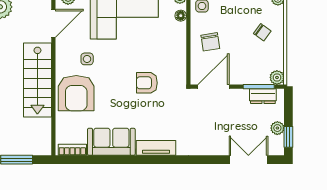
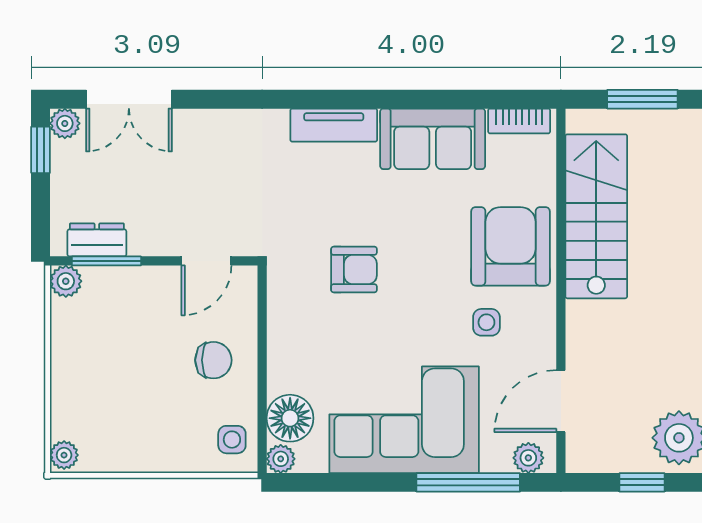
floor lamp: (181, 16) -> (290, 418), width x1.89, depth x1.89
chair: (262, 32) -> (98, 381), removed
chair: (210, 42) -> (213, 360), turned 99
stairs: (37, 80) -> (596, 216), moved
door: (213, 87) -> (206, 261), width x0.73
plant: (277, 128) -> (65, 123), moved

